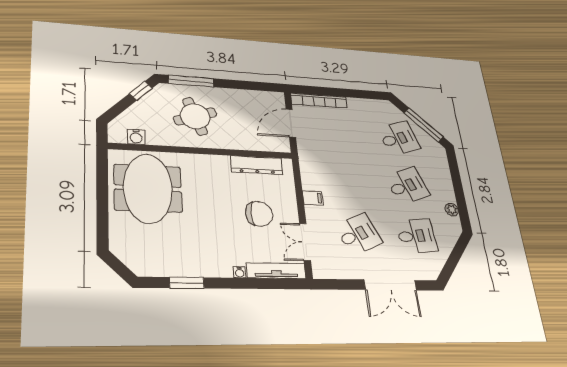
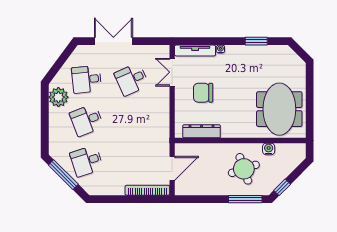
water cooler: (136, 137) -> (269, 149), moved
filing cabinet: (313, 198) -> (162, 107), removed
plant: (452, 210) -> (58, 97), width x1.87, depth x1.87
double door: (305, 242) -> (172, 72), swing flipped

